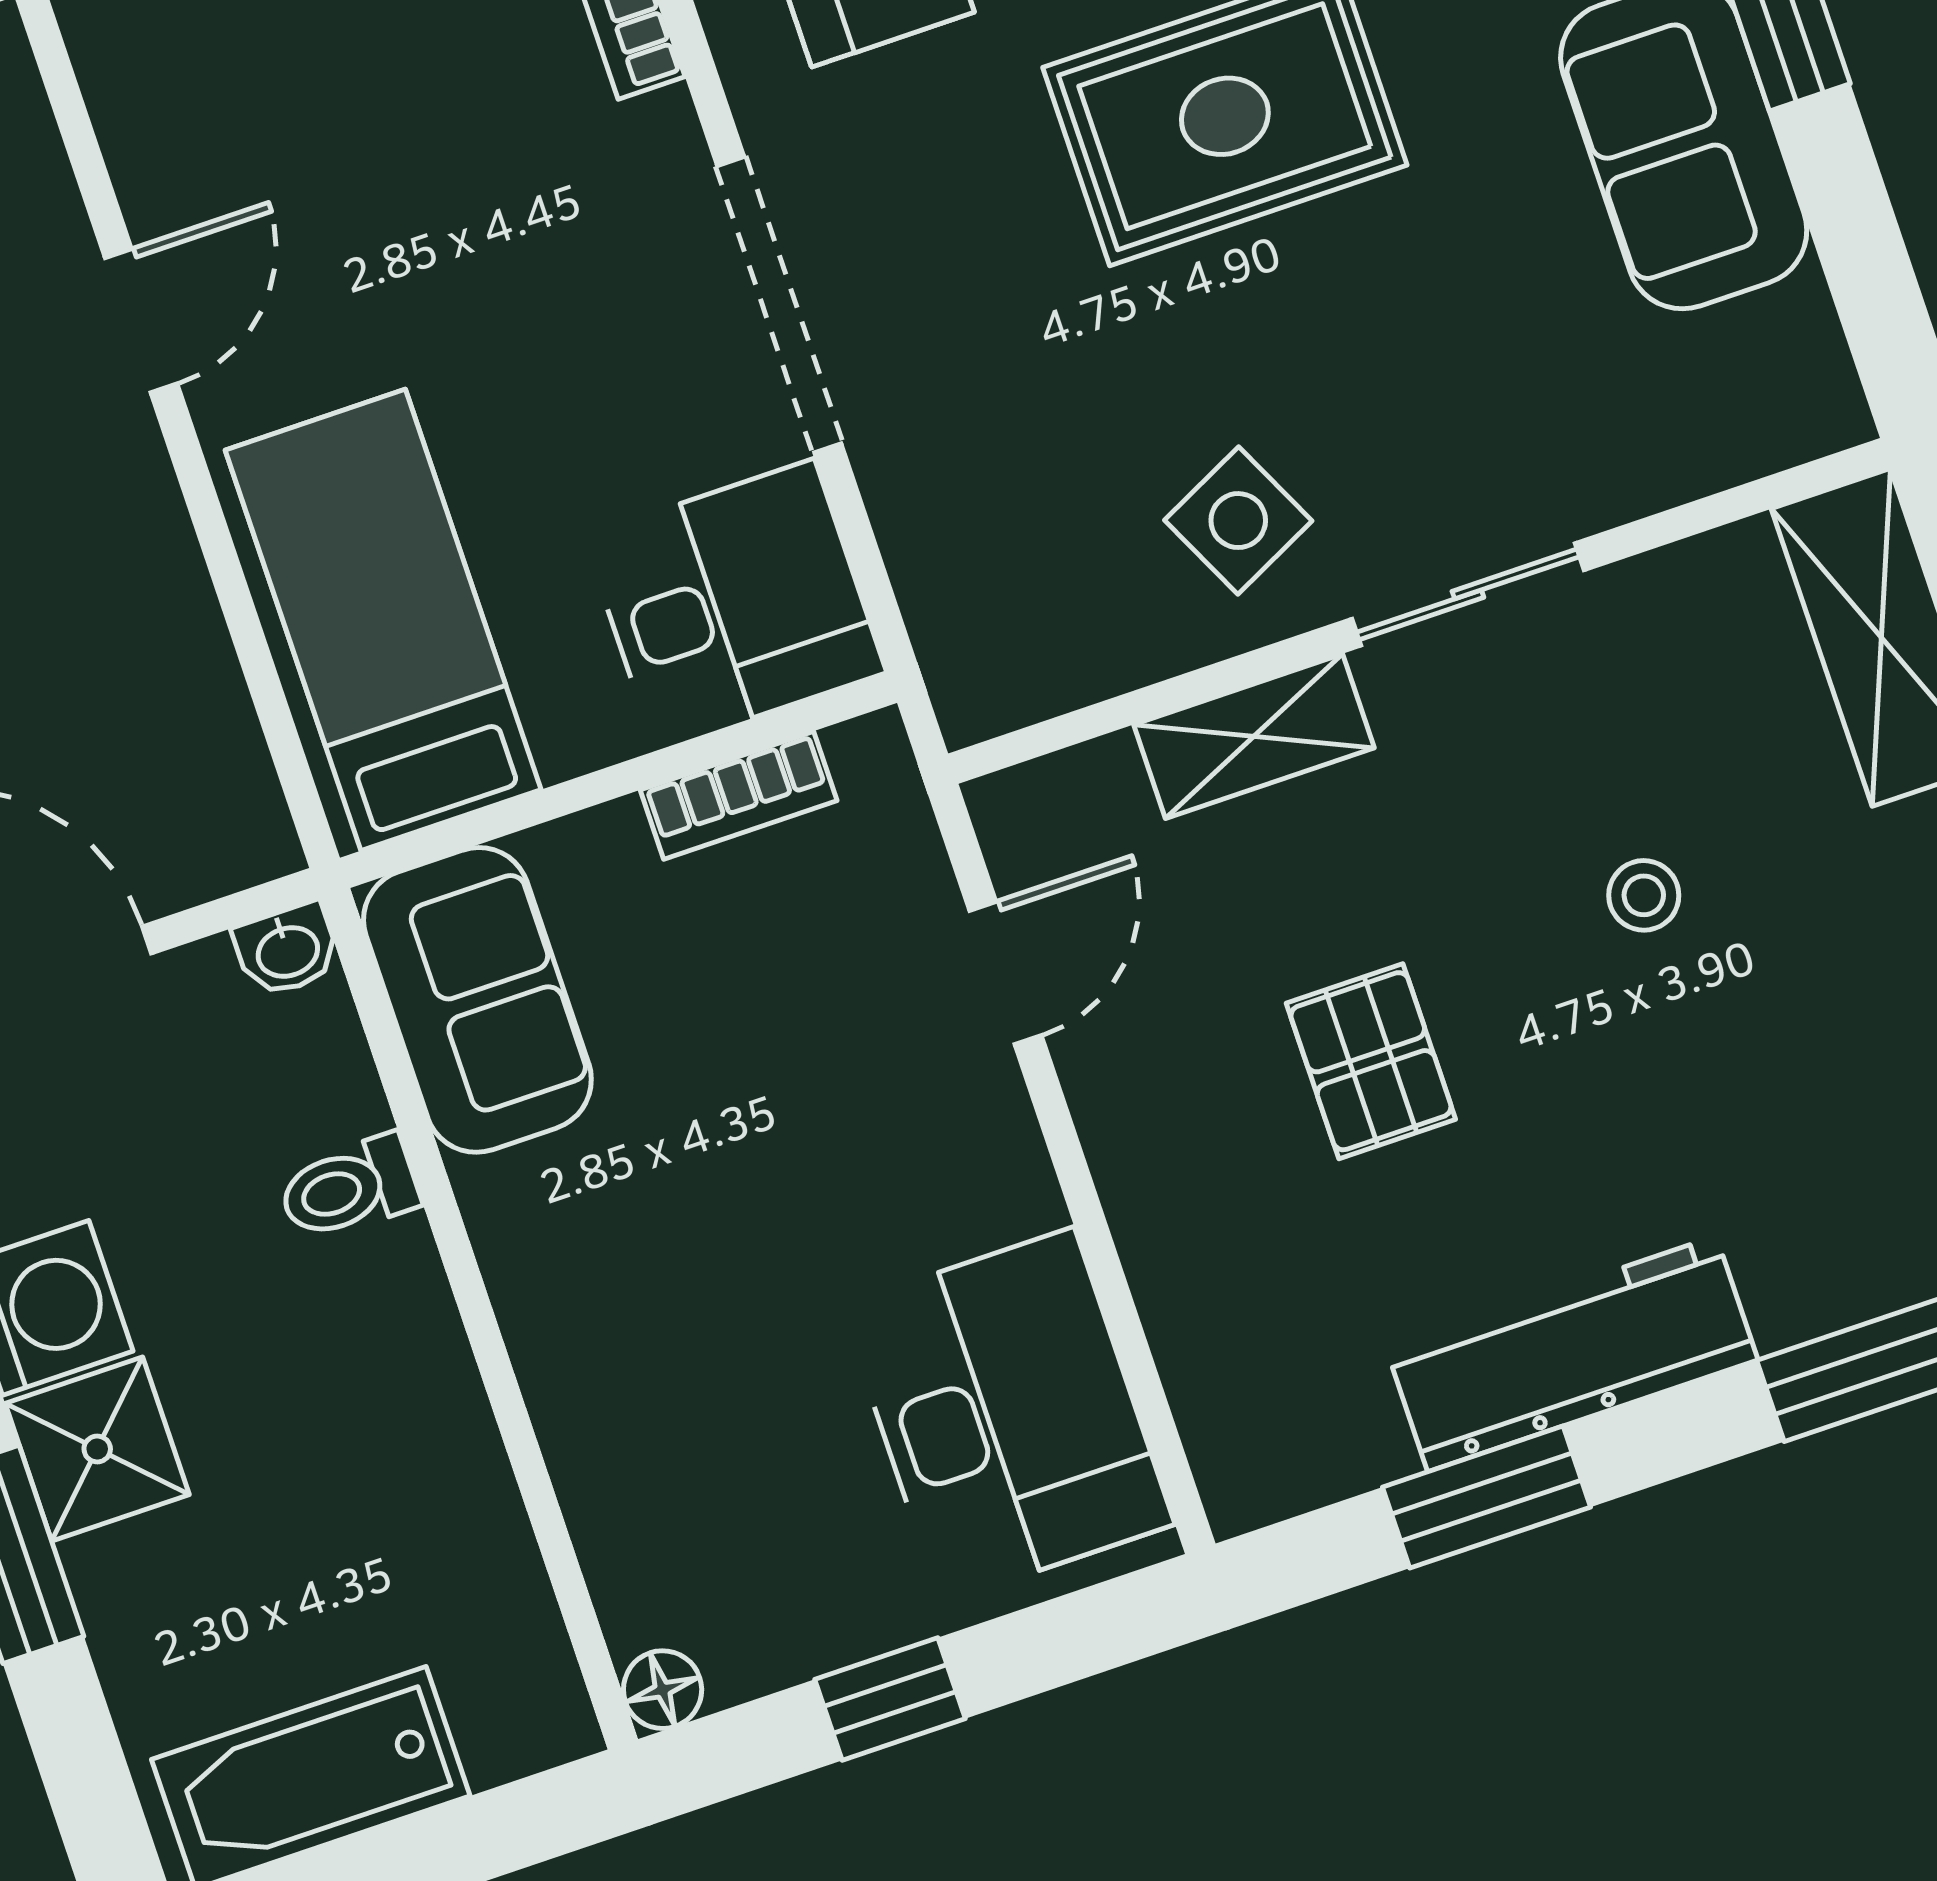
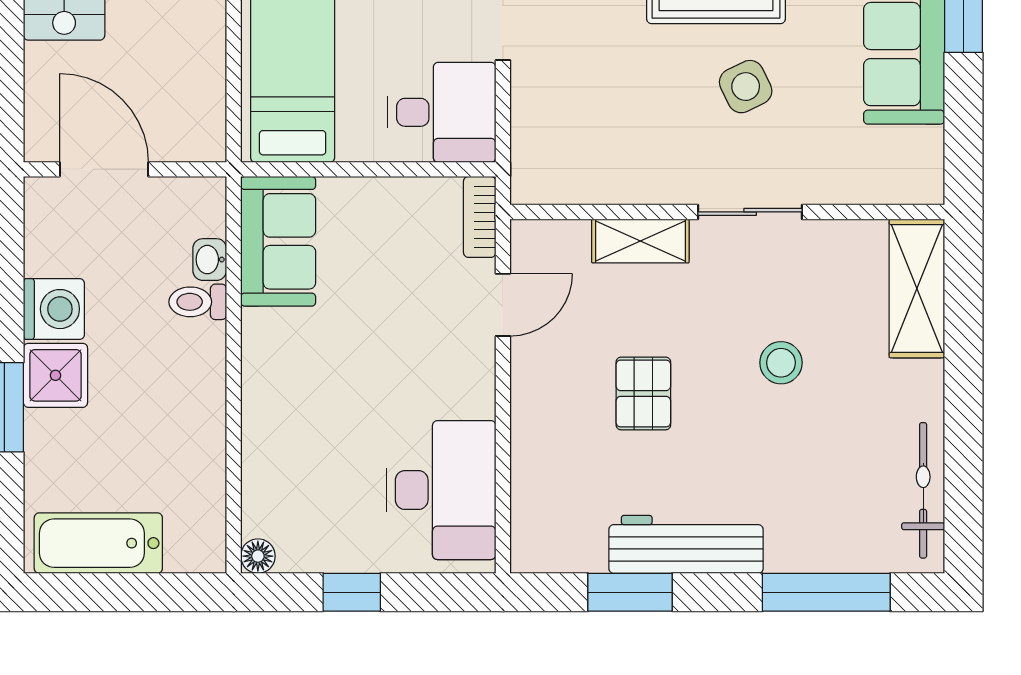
side table: (1238, 521) -> (746, 87), moved
bookcase: (739, 795) -> (480, 217), moved, turned 90
stool: (1644, 895) -> (781, 363), width x1.37, depth x1.37
washbasin: (287, 950) -> (210, 260), moved, turned 90

